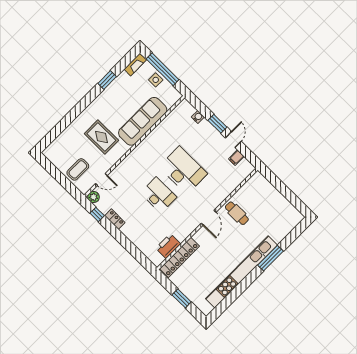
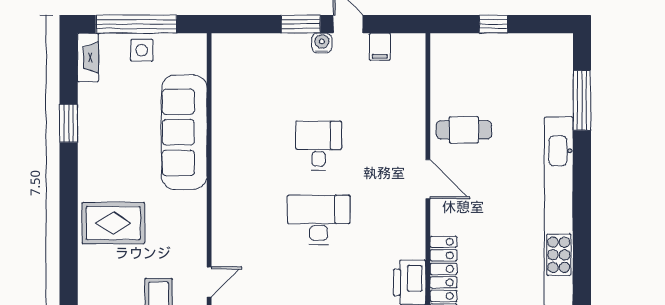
water cooler: (198, 117) -> (322, 43), moved
rug: (101, 137) -> (113, 223), moved
desk: (183, 170) -> (319, 146), width x0.53, depth x0.77
window: (282, 188) -> (493, 24), added
window: (271, 258) -> (582, 100), moved

